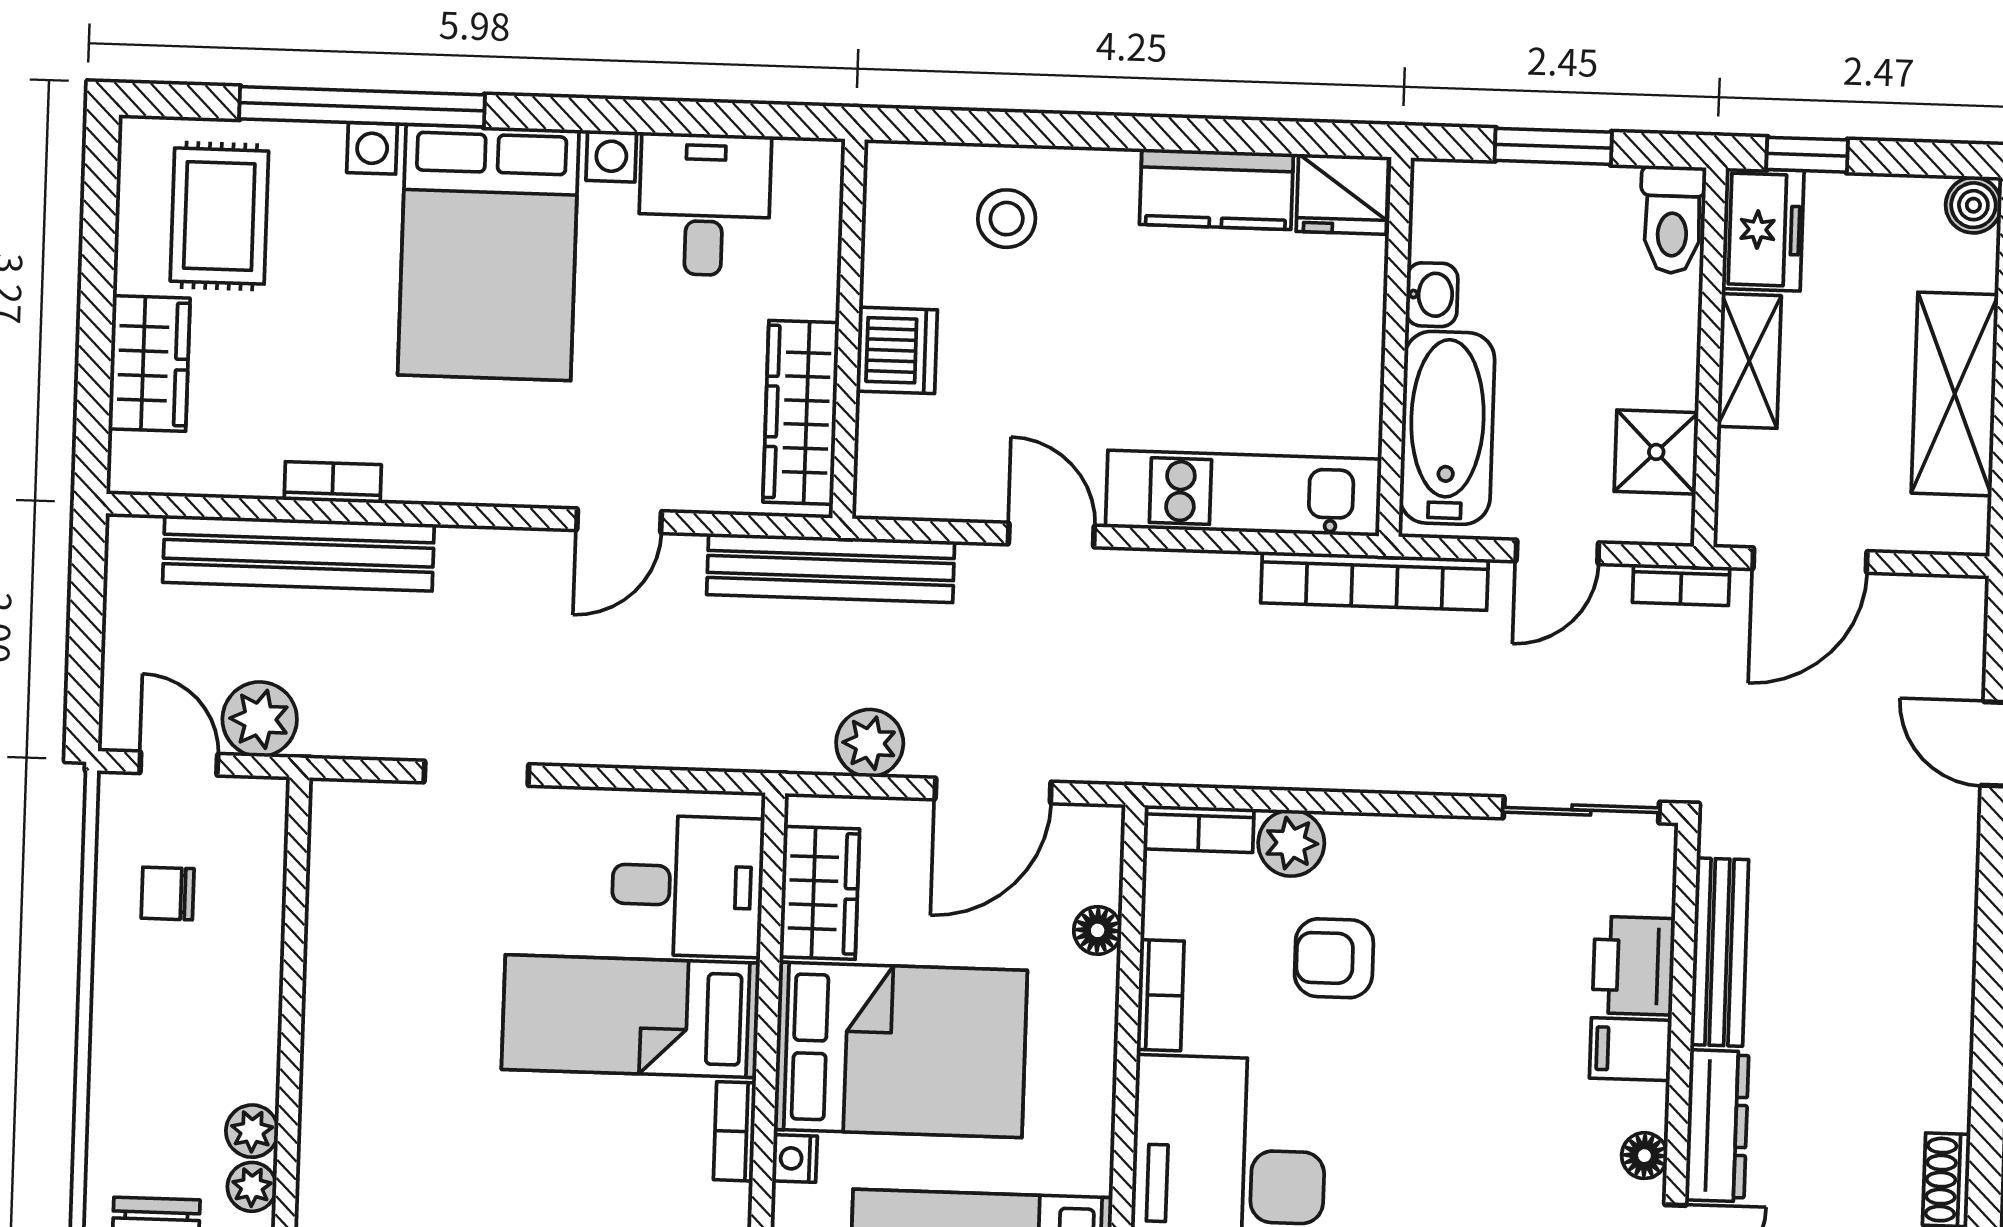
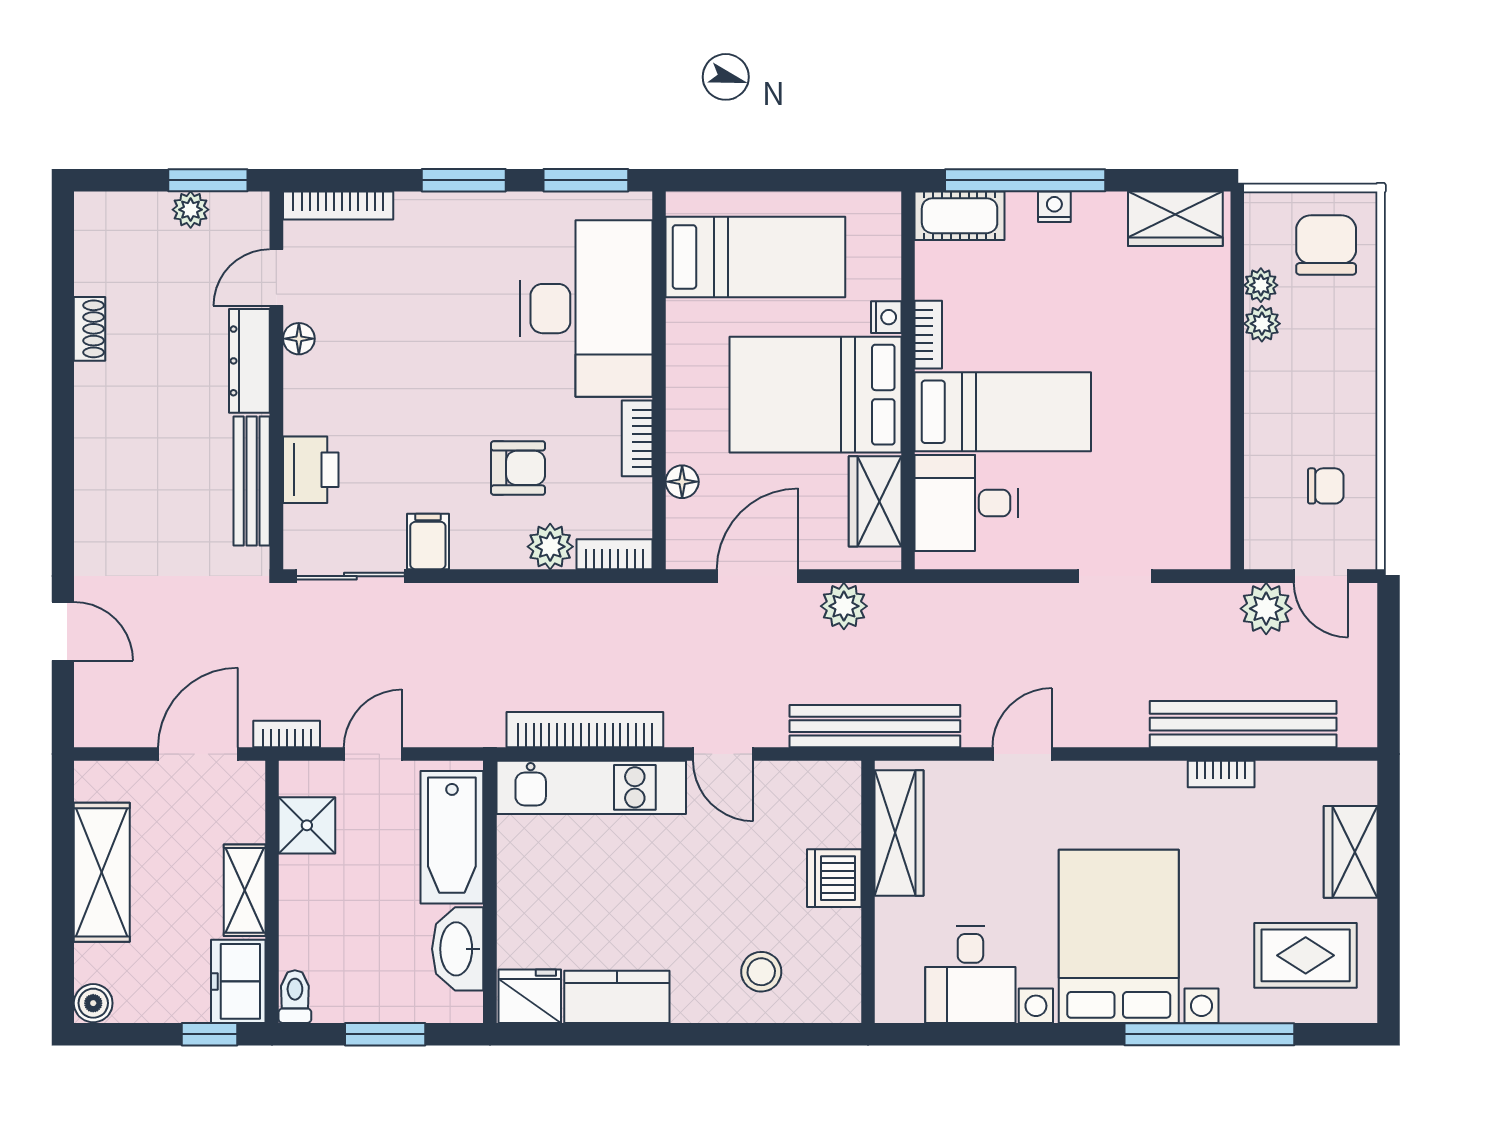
rug: (219, 216) -> (1306, 955), turned 90
toilet: (1672, 220) -> (295, 997), width x0.73, depth x0.72
washbasin: (1432, 295) -> (458, 949), width x1.91, depth x1.45
bookcase: (1375, 581) -> (585, 730), moved
filing cabinet: (1631, 1049) -> (428, 542), moved, turned -90

